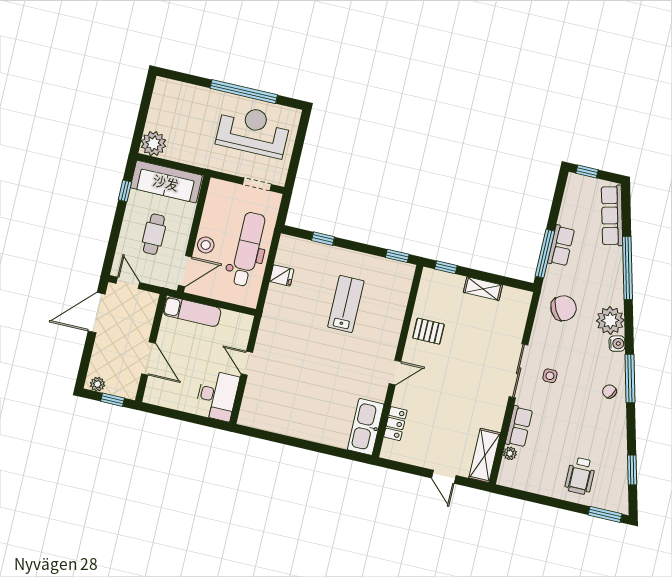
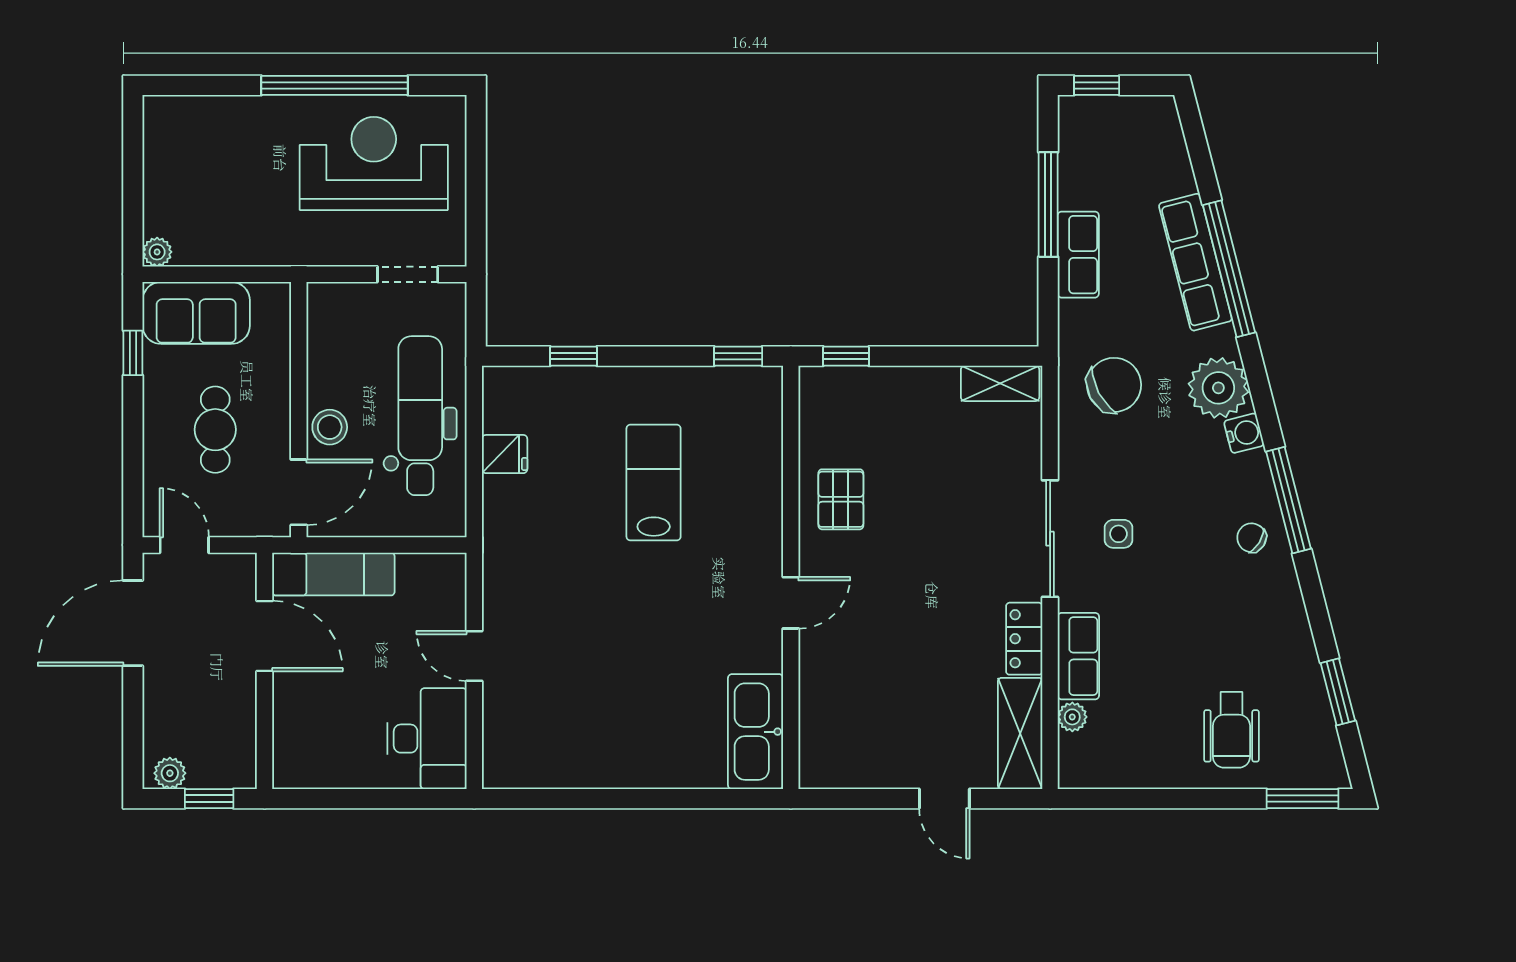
plant: (153, 144) -> (157, 252), width x0.53, depth x0.53
sofa: (166, 182) -> (196, 313), width x0.73
row of seats: (612, 215) -> (1195, 262), moved
window: (545, 254) -> (1048, 205), moved
shelving: (483, 289) -> (1000, 383), moved
pallet: (428, 331) -> (841, 499), turned 90
door: (148, 358) -> (265, 636), moved
locker: (395, 424) -> (1024, 639), moved, turned 180

